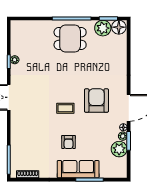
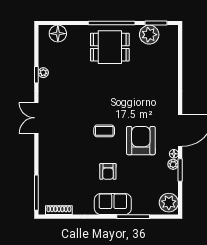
floor lamp: (119, 27) -> (58, 34), moved
armchair: (96, 101) -> (141, 141), moved
plant: (119, 149) -> (169, 203), moved
sofa: (78, 169) -> (113, 204), width x0.73

